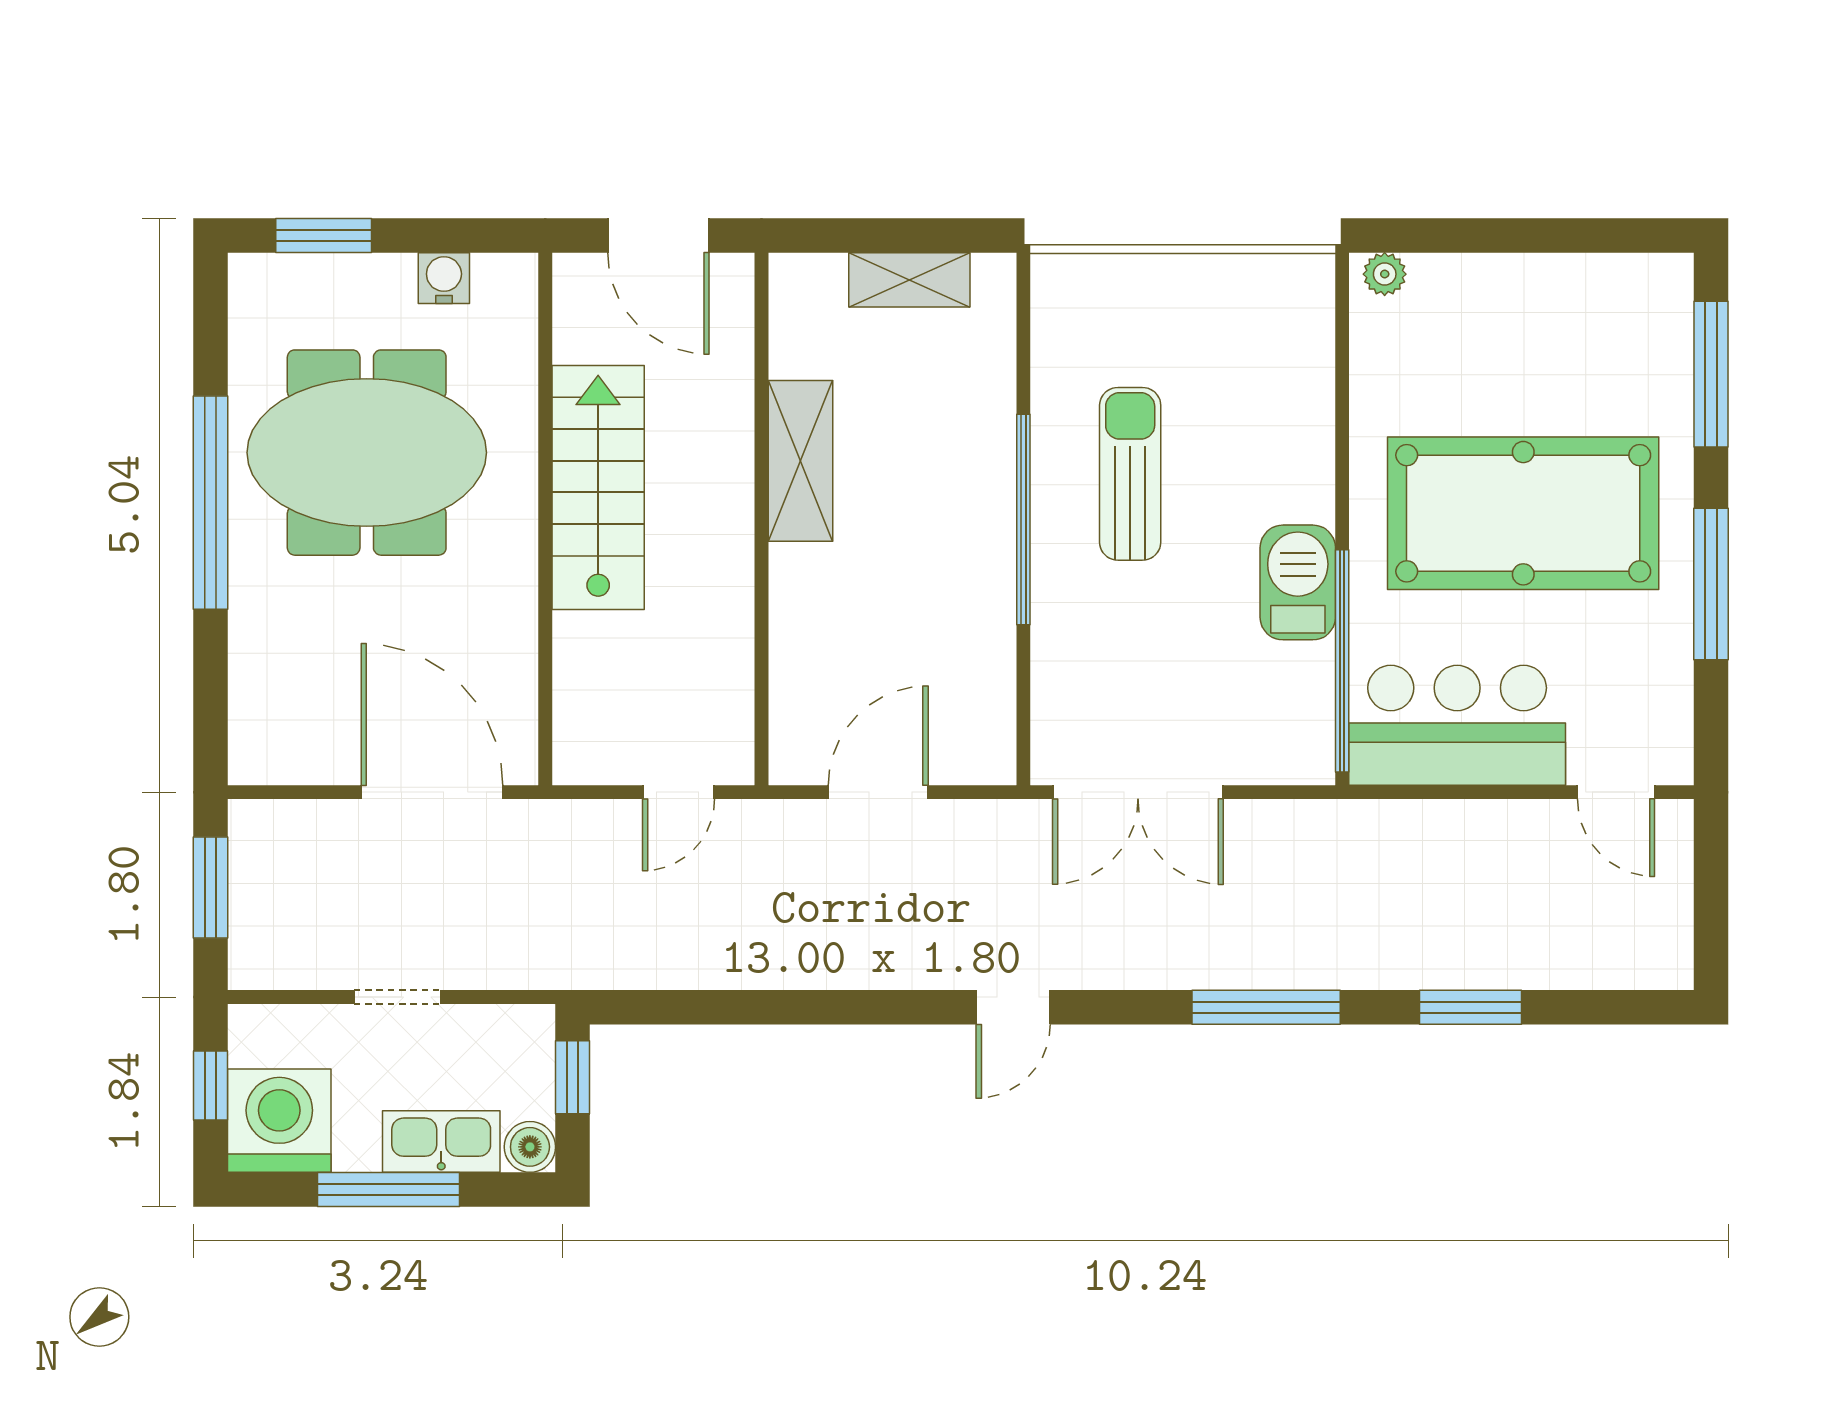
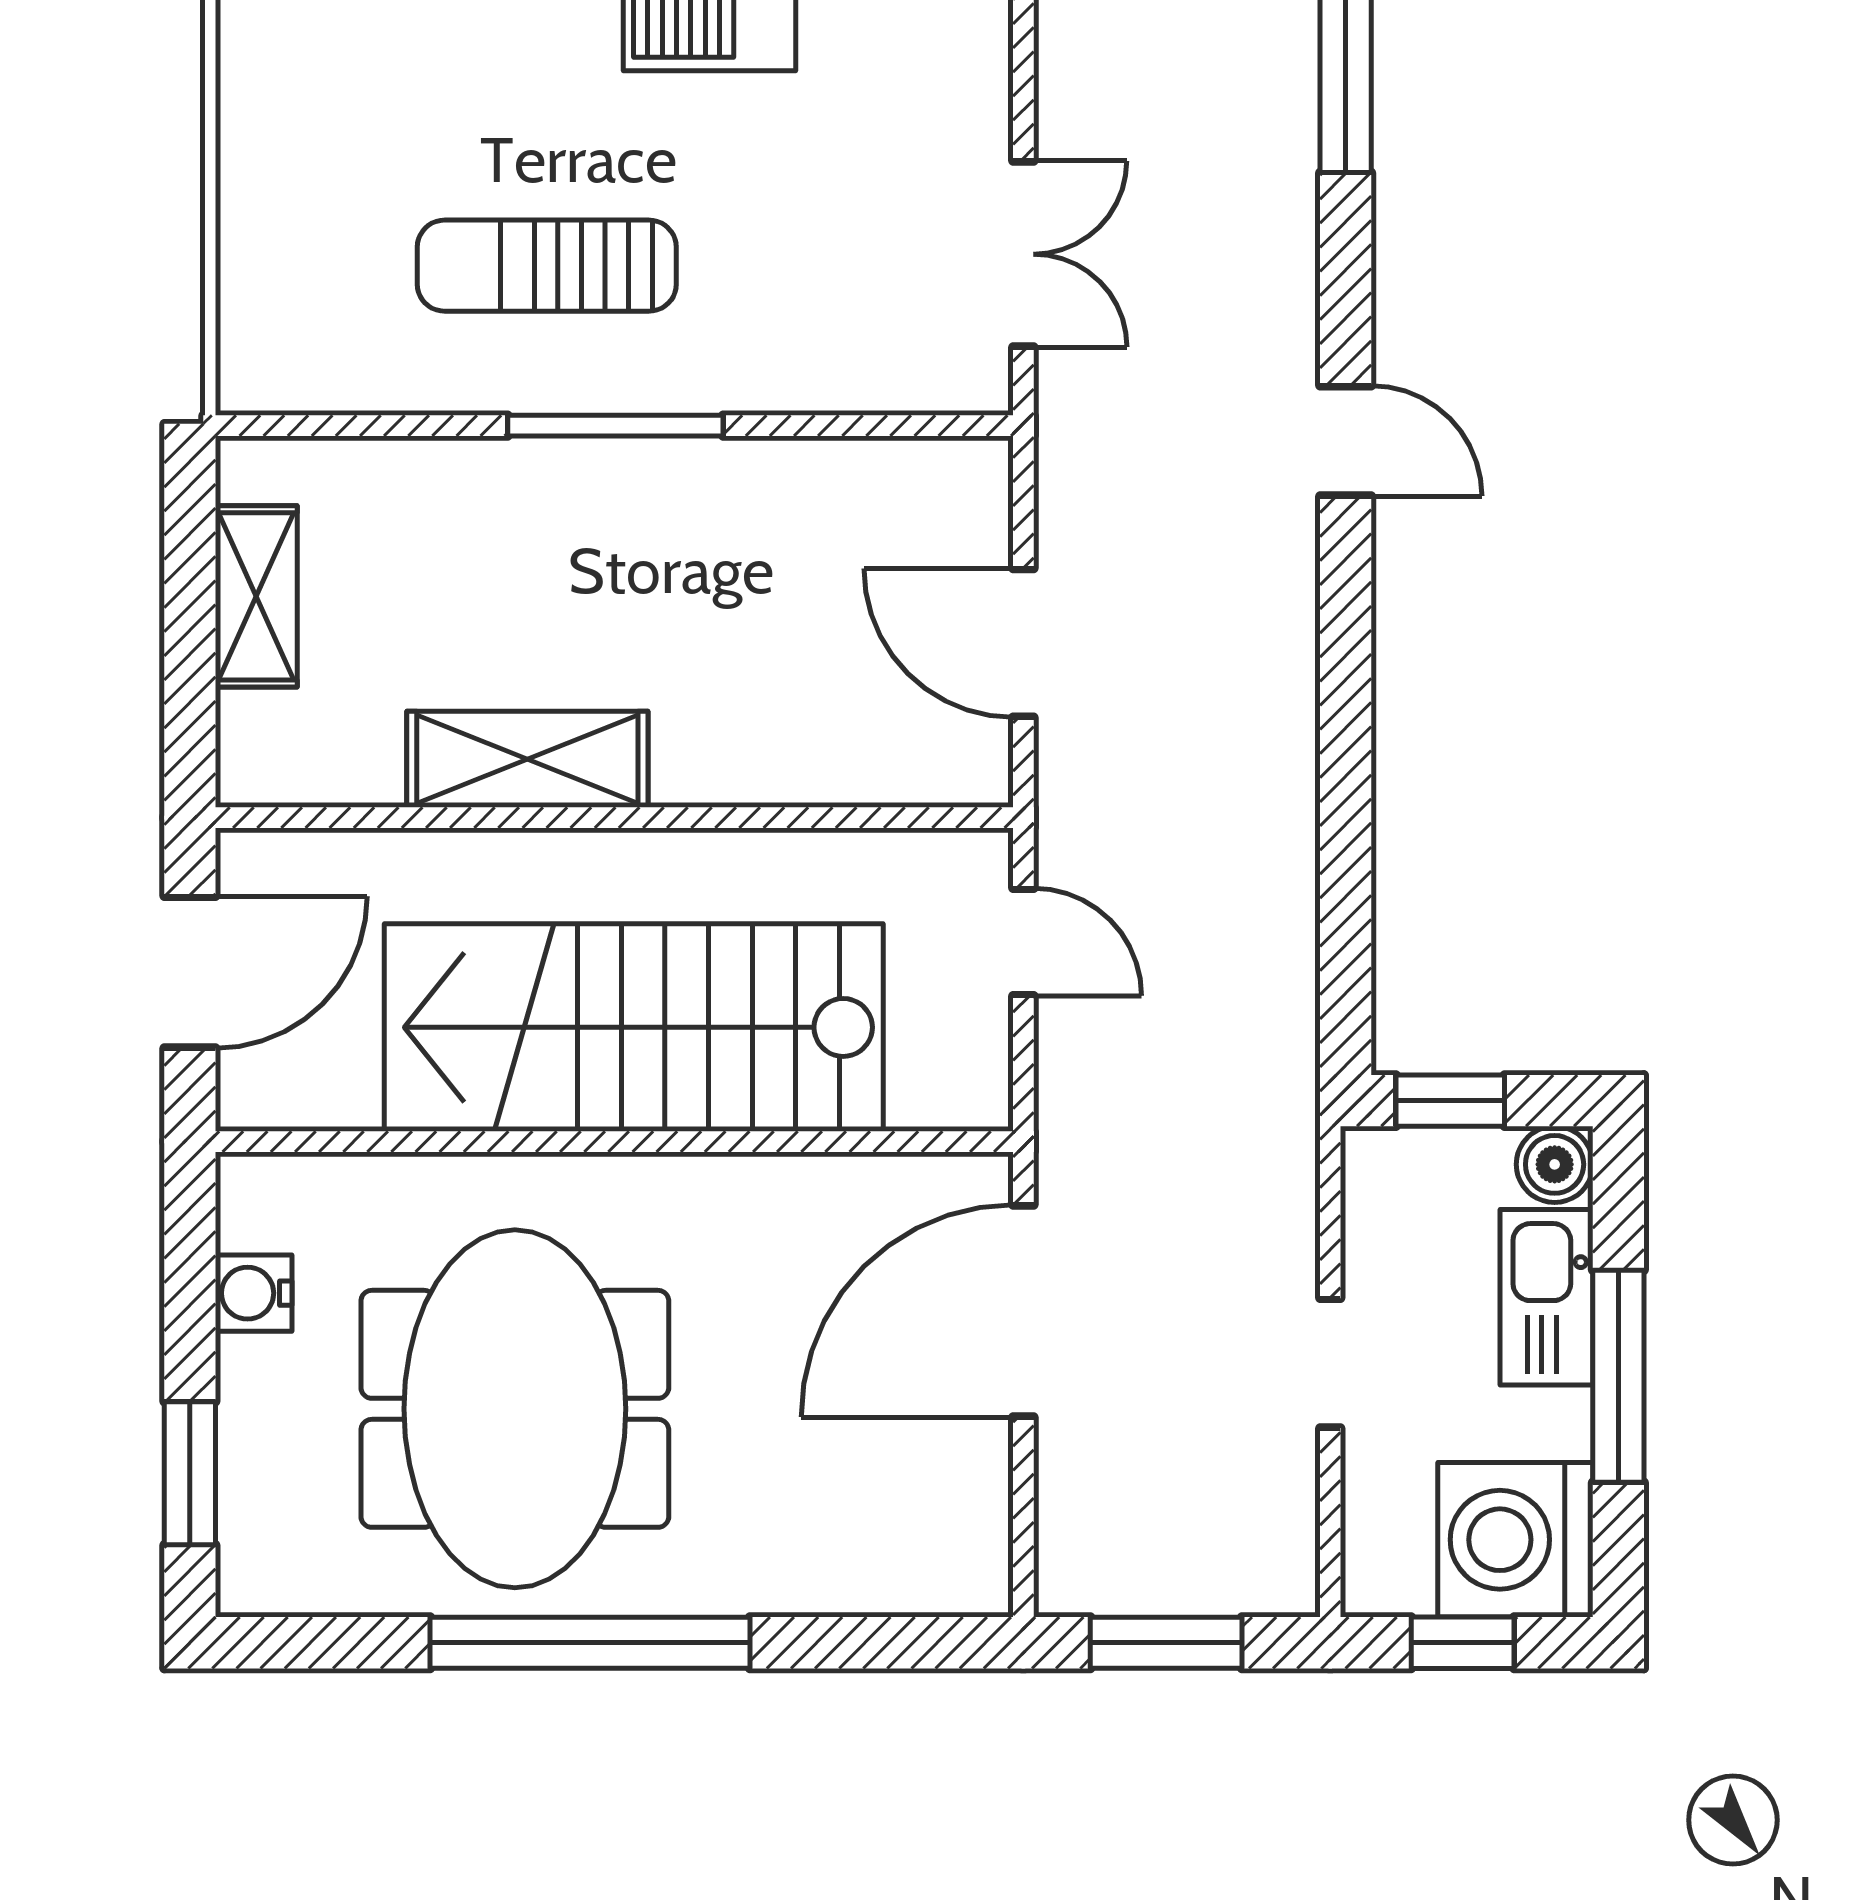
stairs: (598, 488) -> (634, 1027), width x1.36, depth x1.51
window: (1023, 520) -> (615, 426), width x0.68
double door: (1138, 792) -> (1023, 254), width x0.73

